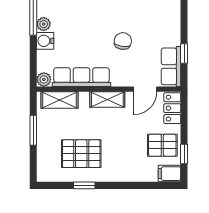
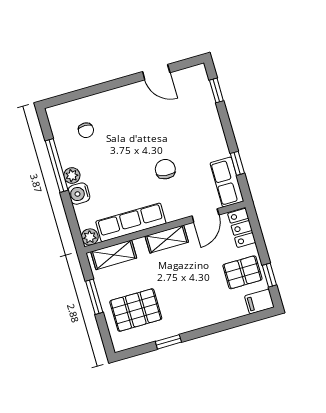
pallet: (81, 154) -> (136, 310), moved

